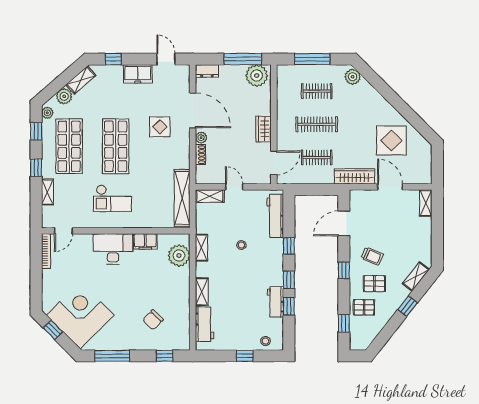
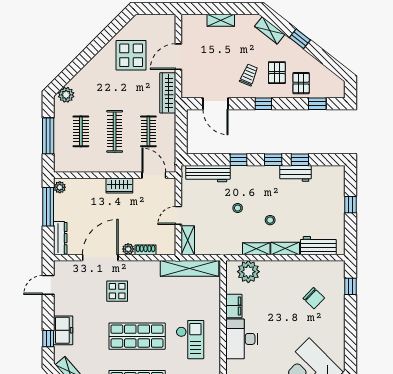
dresser: (207, 71) -> (60, 238), width x1.44
freezer: (138, 74) -> (63, 330), moved
plant: (257, 76) -> (60, 187), width x0.53, depth x0.53
shelving: (426, 203) -> (221, 20), moved
shelving: (201, 248) -> (256, 249), moved
stool: (265, 341) -> (270, 220), moved
window: (112, 356) -> (351, 340), removed

